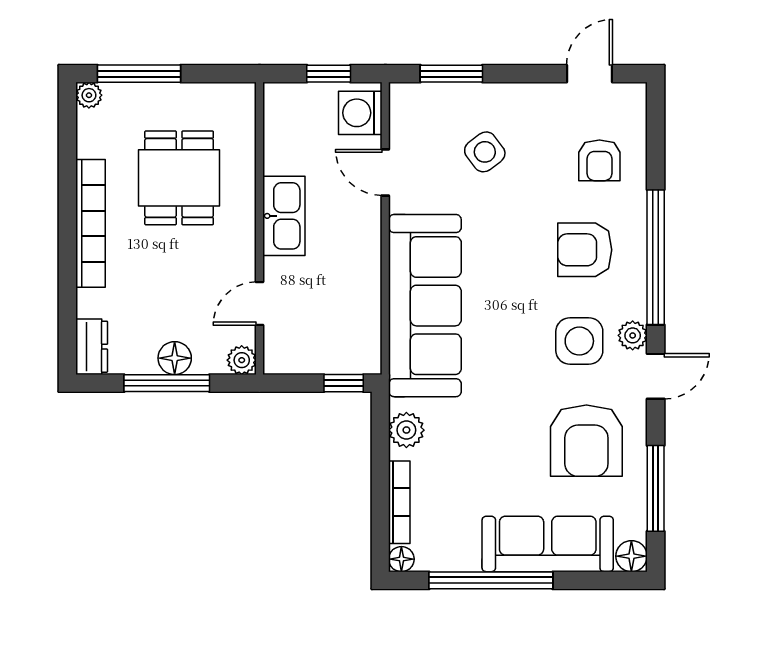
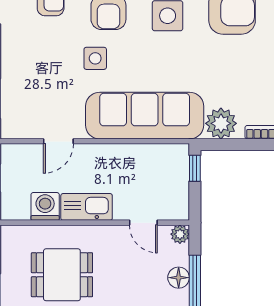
washing machine: (360, 113) -> (45, 206), moved, turned 180
side table: (485, 152) -> (95, 58), moved, turned 37
plant: (406, 430) -> (221, 123), width x1.36, depth x1.36

